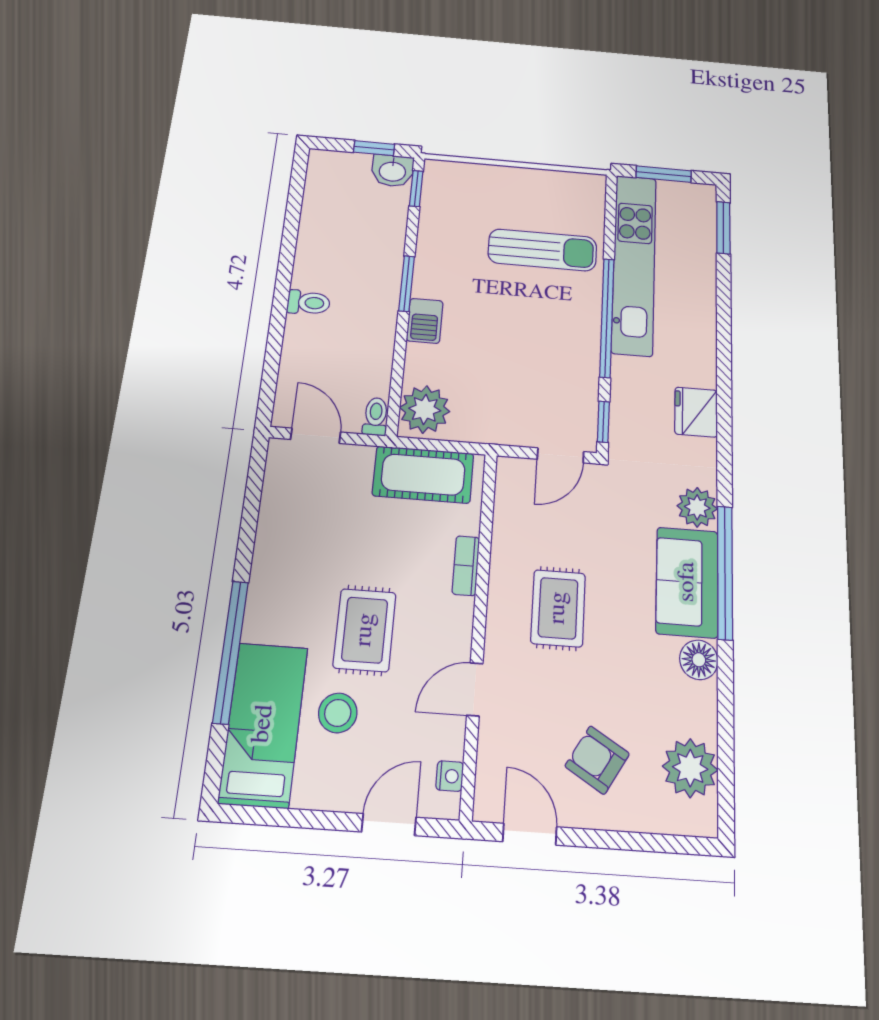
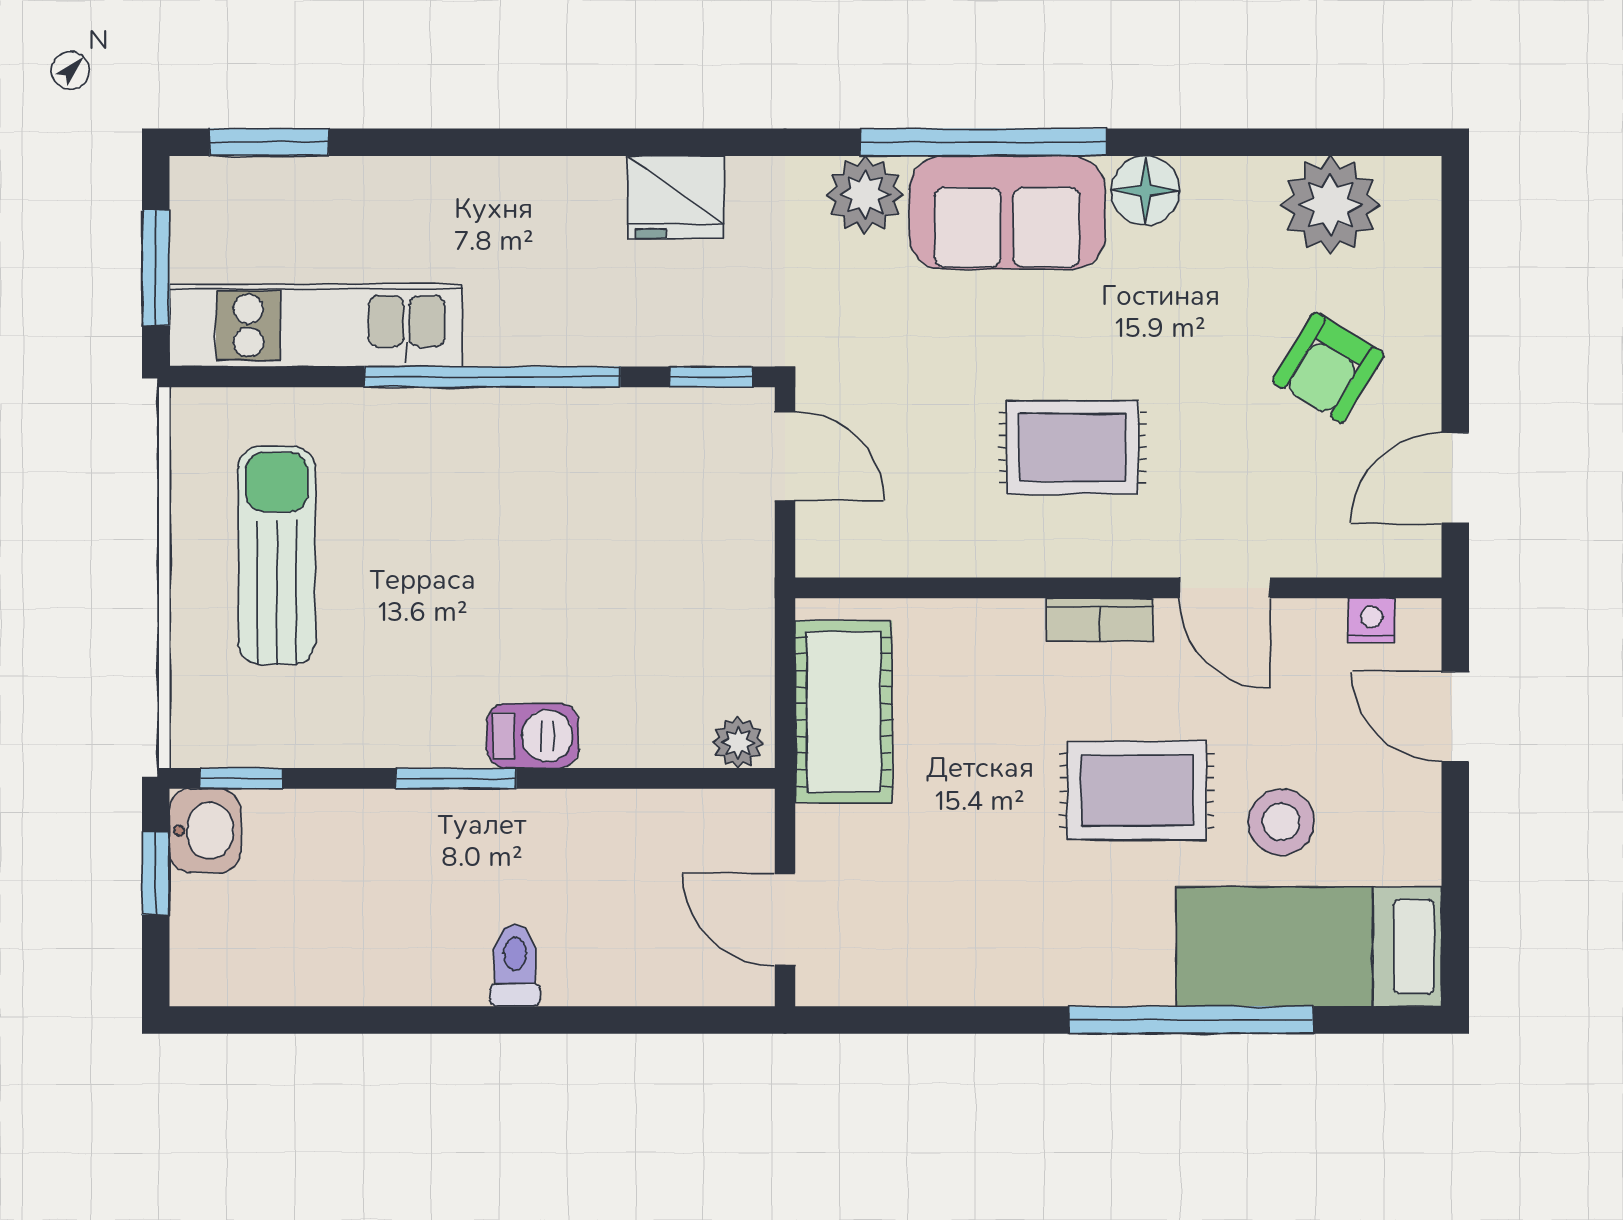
sun lounger: (542, 250) -> (277, 555), moved
kitchen unit: (634, 264) -> (316, 325), width x0.73
plant: (425, 409) -> (738, 742), width x0.53, depth x0.53
toilet: (376, 417) -> (738, 811), removed
door: (316, 436) -> (785, 919), hinge flipped
bookcase: (466, 566) -> (1100, 620), moved

